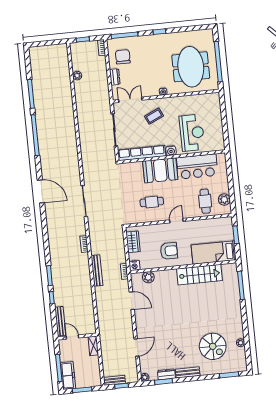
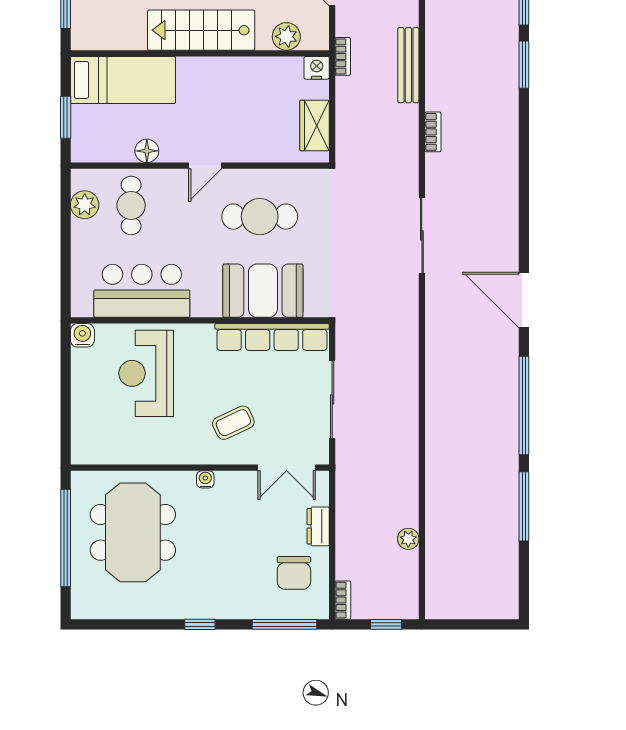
water cooler: (171, 151) -> (82, 335), moved
booth: (160, 170) -> (263, 291), moved
door: (41, 191) -> (524, 300), moved
cafe table: (152, 202) -> (260, 217), width x1.37, depth x1.35
floor lamp: (201, 224) -> (147, 151), added
armchair: (169, 251) -> (230, 95), removed
stairs: (199, 275) -> (201, 30), moved

